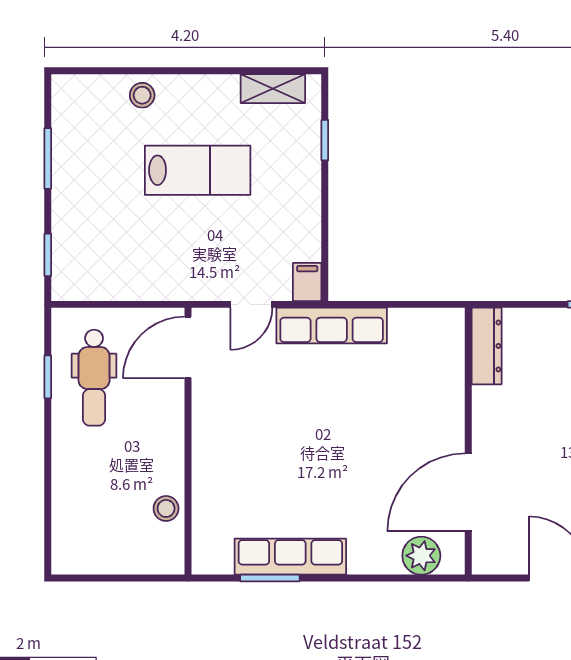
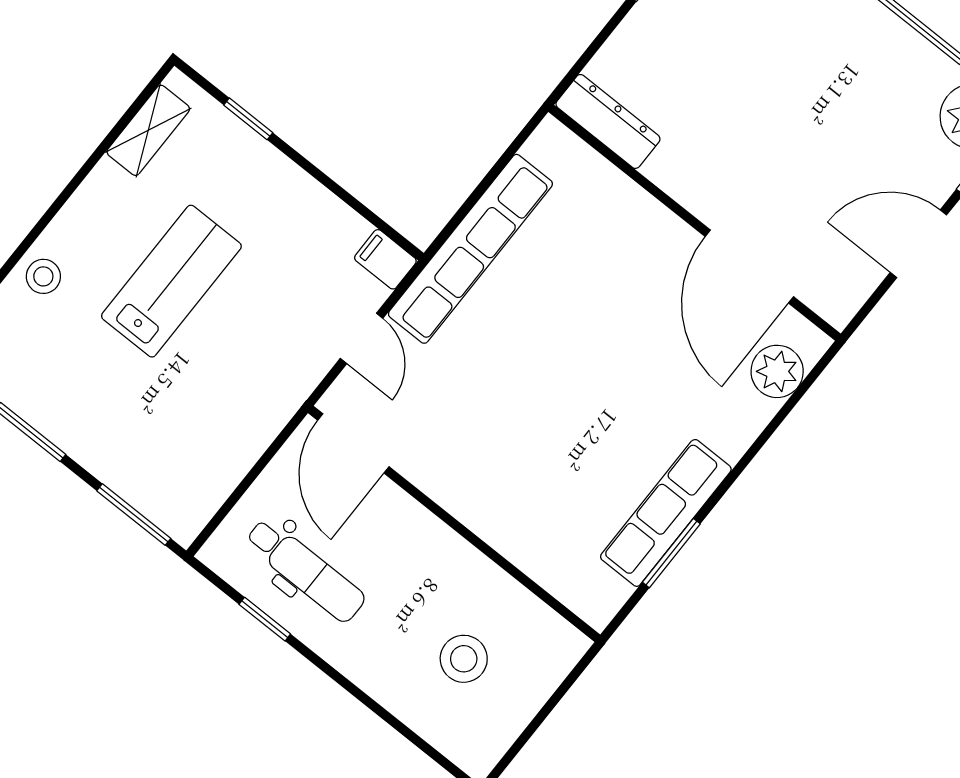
window: (48, 255) -> (134, 515), width x1.50
row of seats: (332, 326) -> (470, 249), width x1.36
stool: (166, 508) -> (464, 659), moved, width x1.37, depth x1.37

